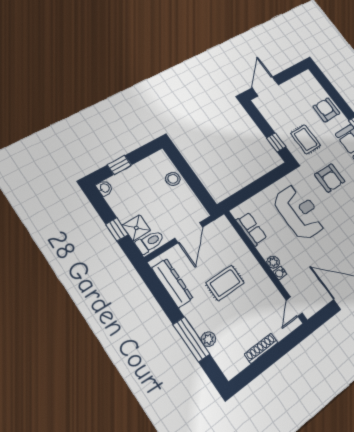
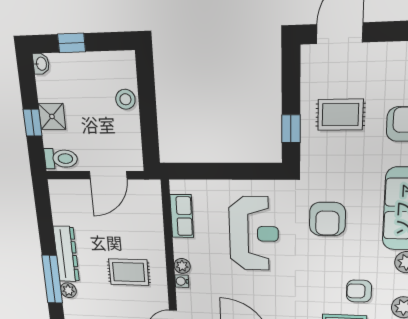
rug: (306, 139) -> (340, 115), moved, turned 90
shower: (136, 228) -> (52, 116), moved
dresser: (172, 283) -> (66, 254), moved
rug: (225, 283) -> (129, 272), moved

